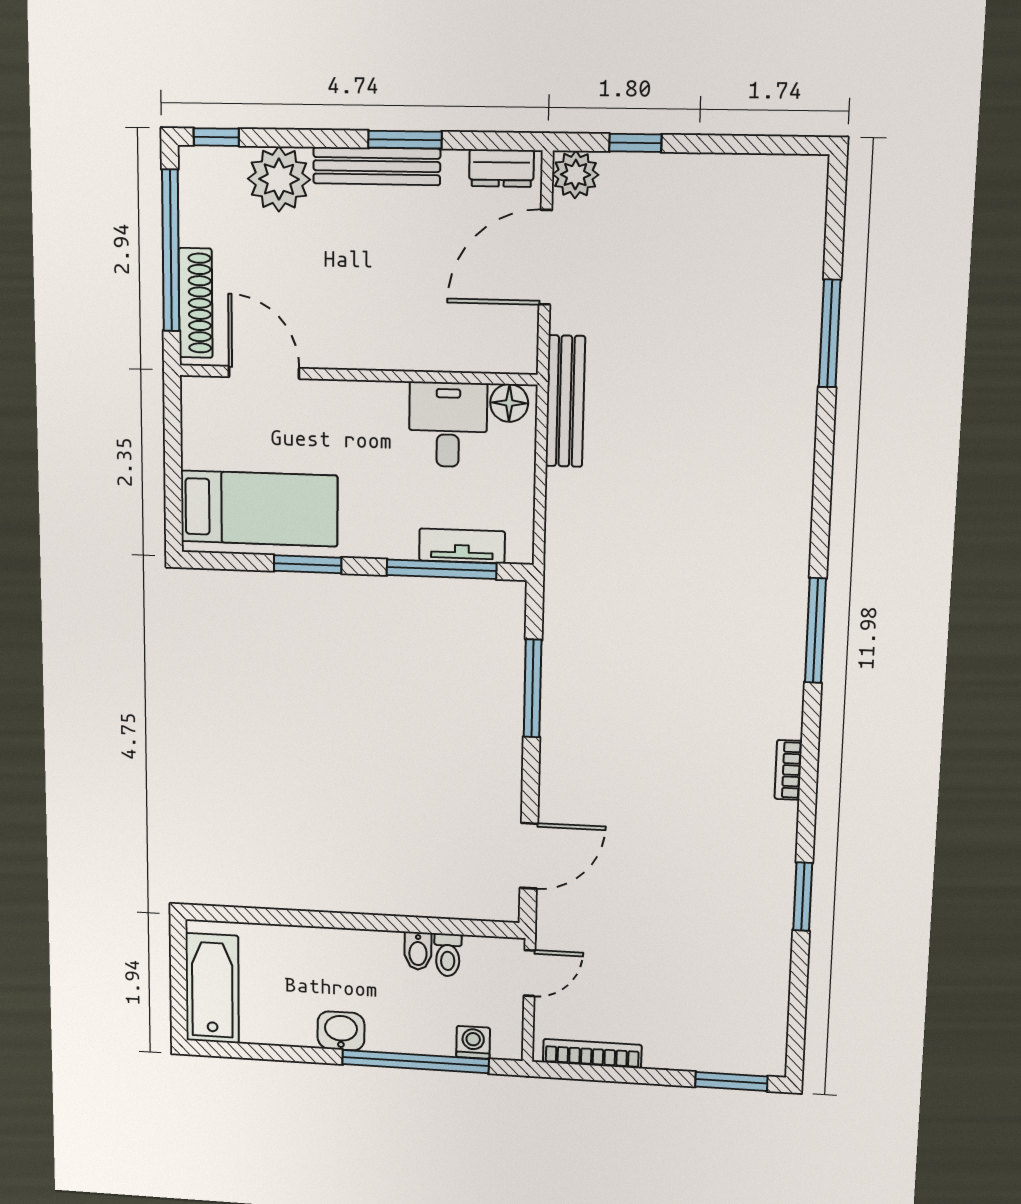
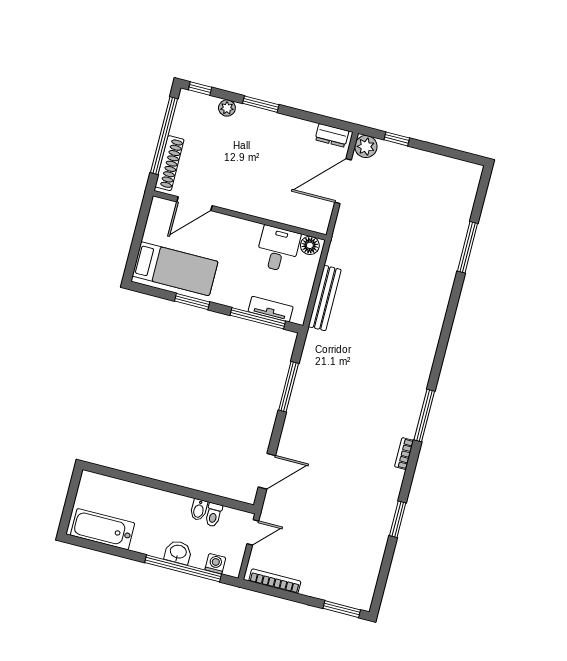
window: (405, 140) -> (261, 104), moved
bench: (377, 166) -> (273, 120), removed
plant: (279, 179) -> (227, 108), width x0.53, depth x0.53
door: (264, 372) -> (194, 204), swing flipped
bench: (565, 401) -> (325, 298), moved
window: (815, 631) -> (424, 416), moved
bathtub: (212, 988) -> (103, 529), moved, turned -90
washbasin: (341, 1031) -> (178, 552), moved

